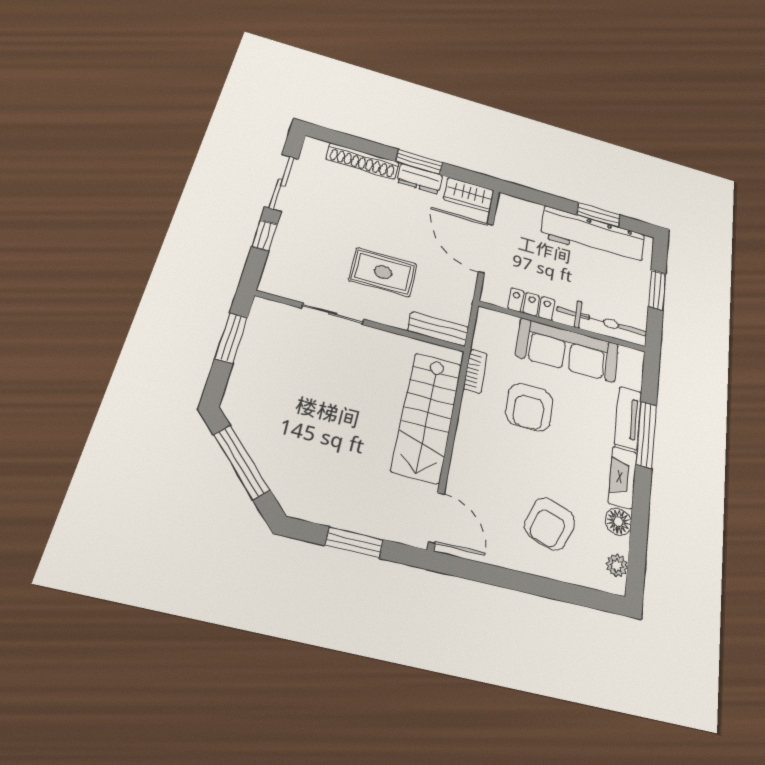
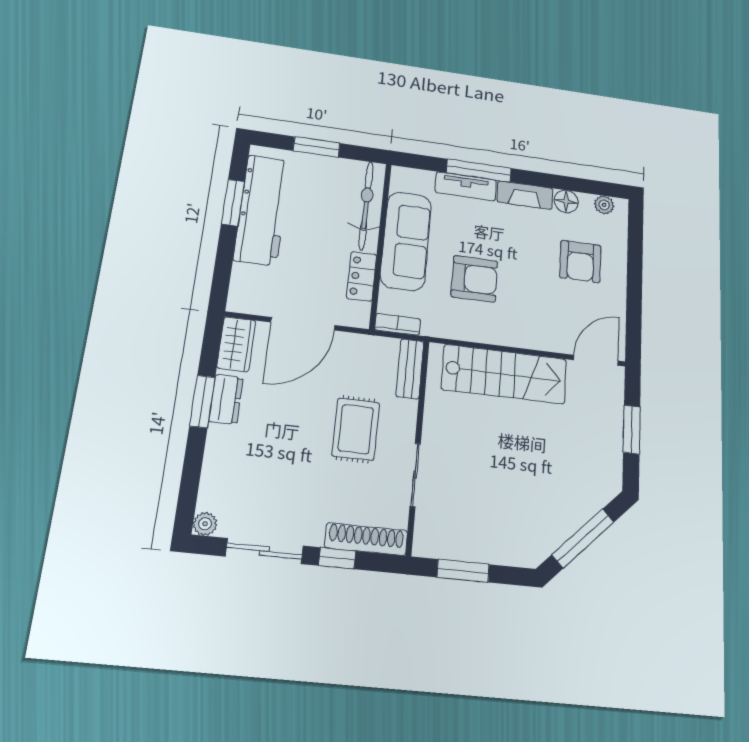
plant: (313, 146) -> (205, 524), added
shoe rack: (363, 161) -> (366, 539), moved, turned -90
bookcase: (475, 371) -> (398, 324), moved
armchair: (550, 524) -> (580, 261), turned 70

